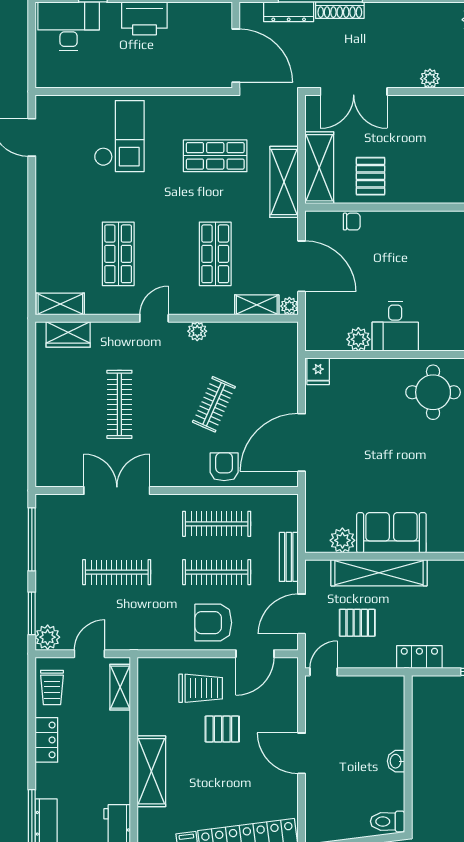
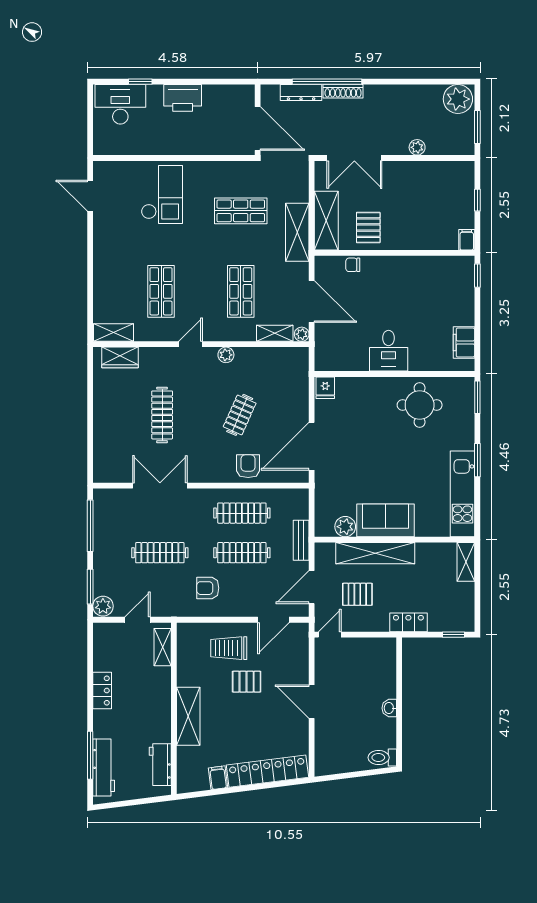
chair: (352, 222) -> (353, 265), turned 180
plant: (358, 339) -> (358, 361), removed
armchair: (213, 623) -> (208, 588), moved, width x0.72, depth x0.72
trolley: (52, 687) -> (107, 647), removed
trolley: (201, 688) -> (229, 648), turned 180

